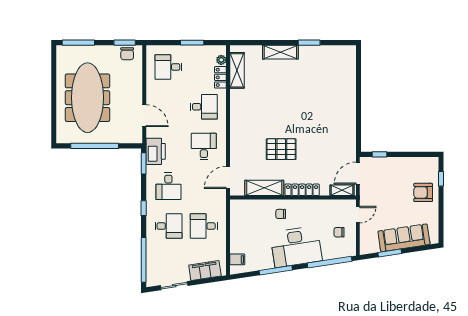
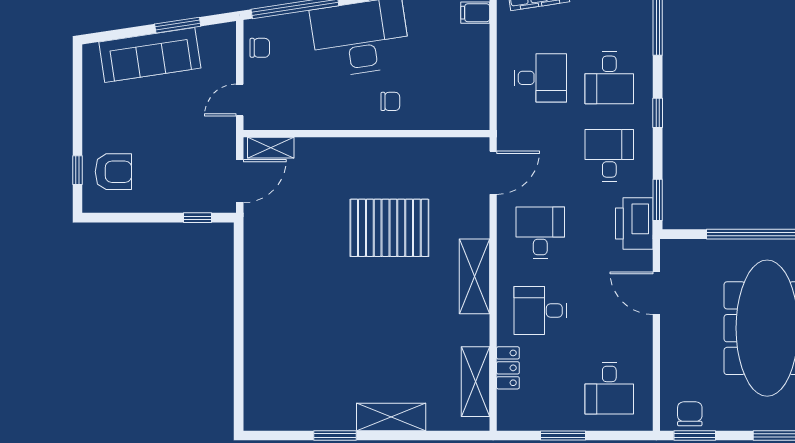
plant: (221, 60) -> (506, 402), removed
desk: (168, 67) -> (609, 388), turned 90
desk: (204, 147) -> (540, 233), turned 180
pallet: (281, 149) -> (389, 228), width x1.37, depth x1.41
shelving: (264, 188) -> (474, 276), moved, turned 90
locker: (302, 190) -> (349, 149), removed
armchair: (423, 192) -> (113, 172), moved
desk: (168, 226) -> (609, 78), turned -90
chair: (339, 232) -> (260, 48), moved

